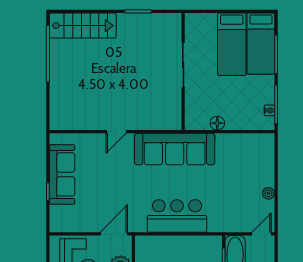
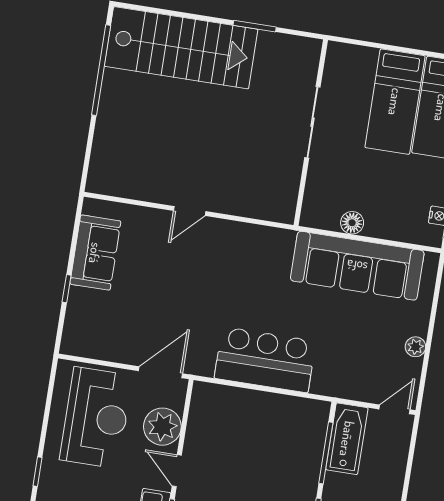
stairs: (83, 26) -> (181, 48), width x1.36, depth x1.51
sofa: (175, 149) -> (357, 266), moved
sofa: (62, 174) -> (95, 253), width x0.73

